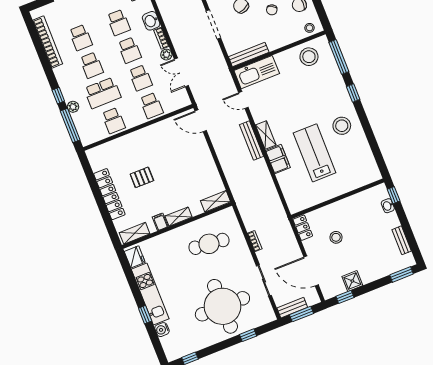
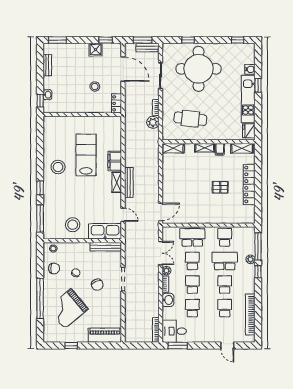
stool: (309, 57) -> (73, 225), moved
school desk: (151, 106) -> (192, 237), width x1.85
door: (201, 121) -> (161, 212), hinge flipped
lab bench: (315, 153) -> (86, 155), turned 180
plant: (251, 222) -> (153, 122), added

